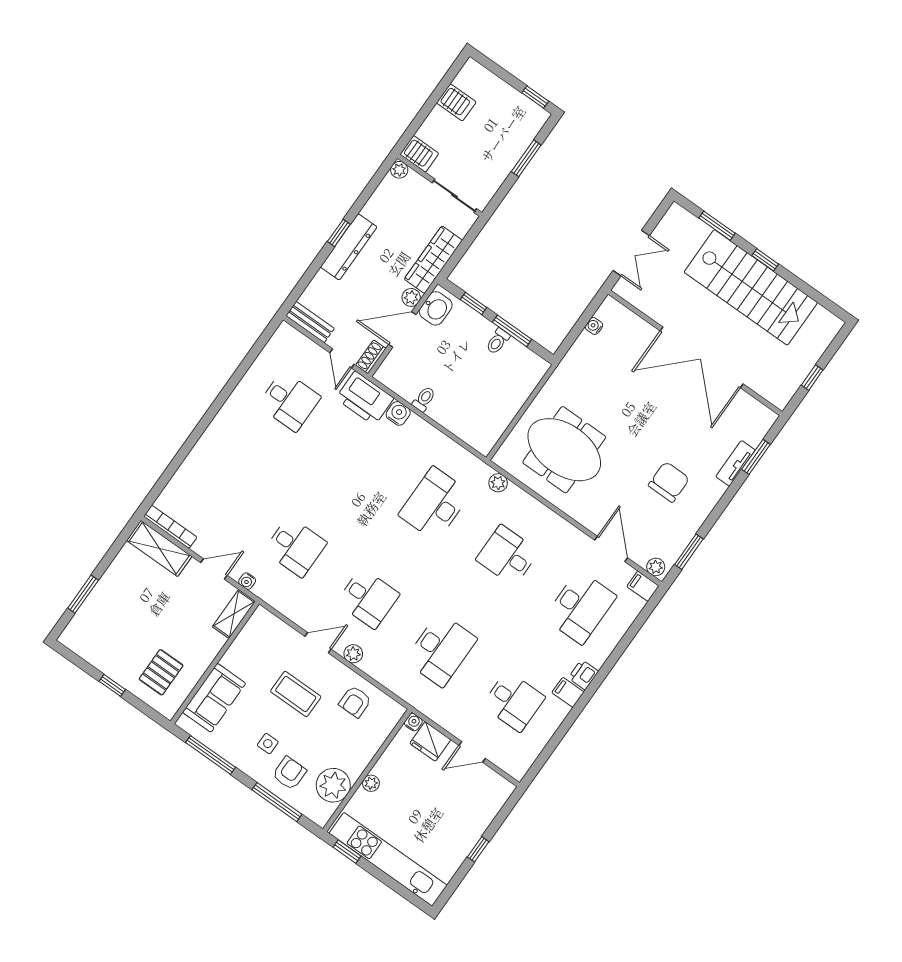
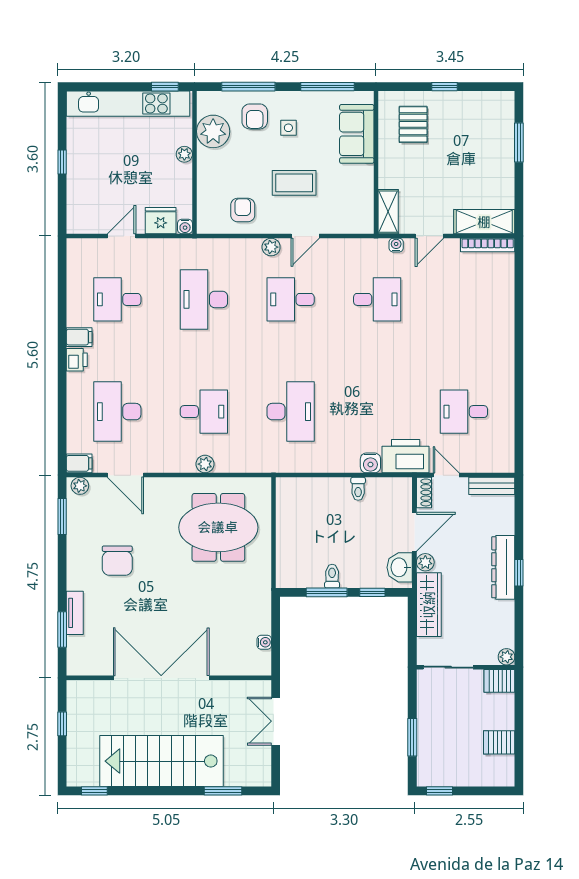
window: (765, 260) -> (94, 791), moved
plant: (498, 483) -> (205, 464), moved
desk: (295, 547) -> (377, 299), turned 180

